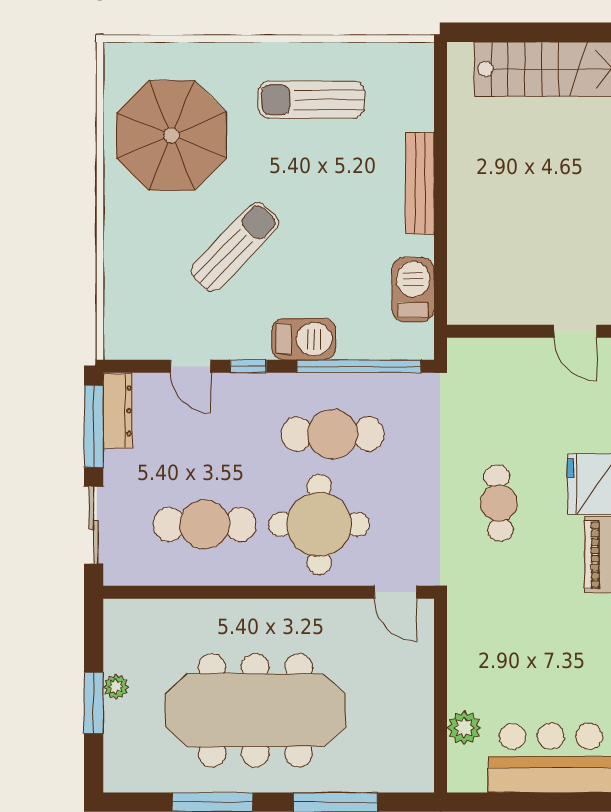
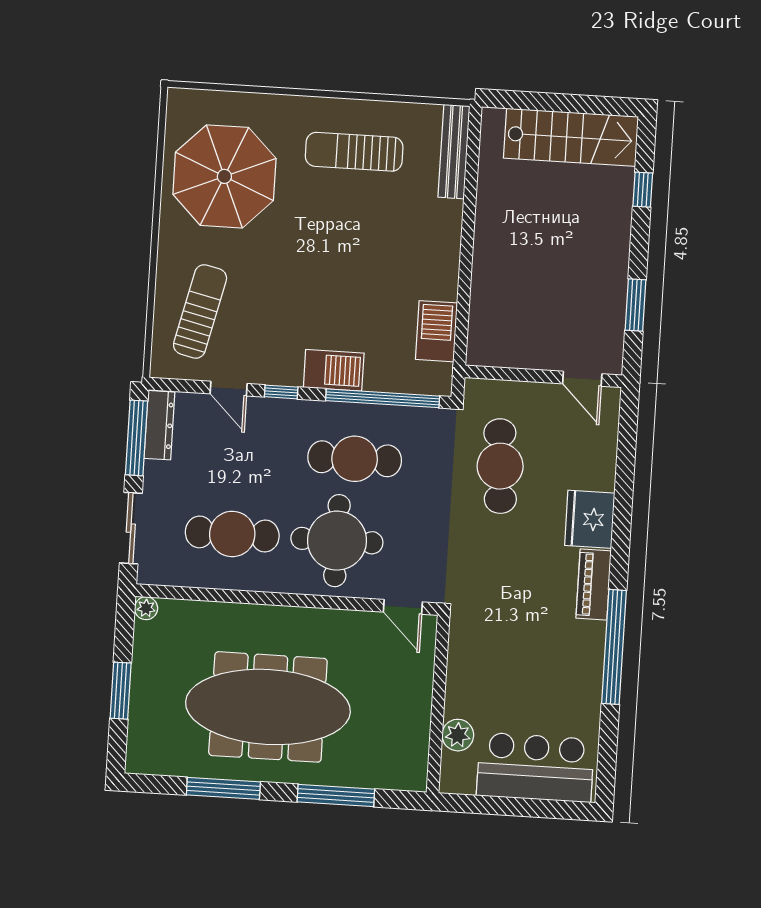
bench: (420, 183) -> (454, 152), moved
sun lounger: (235, 247) -> (200, 311), moved, turned -31
cafe table: (499, 503) -> (500, 466), moved, width x1.37, depth x1.35
plant: (116, 687) -> (146, 608), moved

